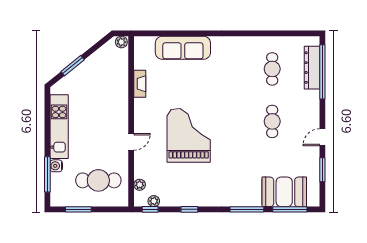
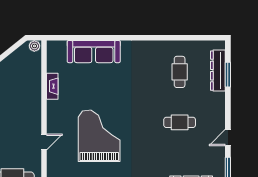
window: (322, 72) -> (228, 75), width x0.47
cafe table: (272, 121) -> (180, 122), turned 90

